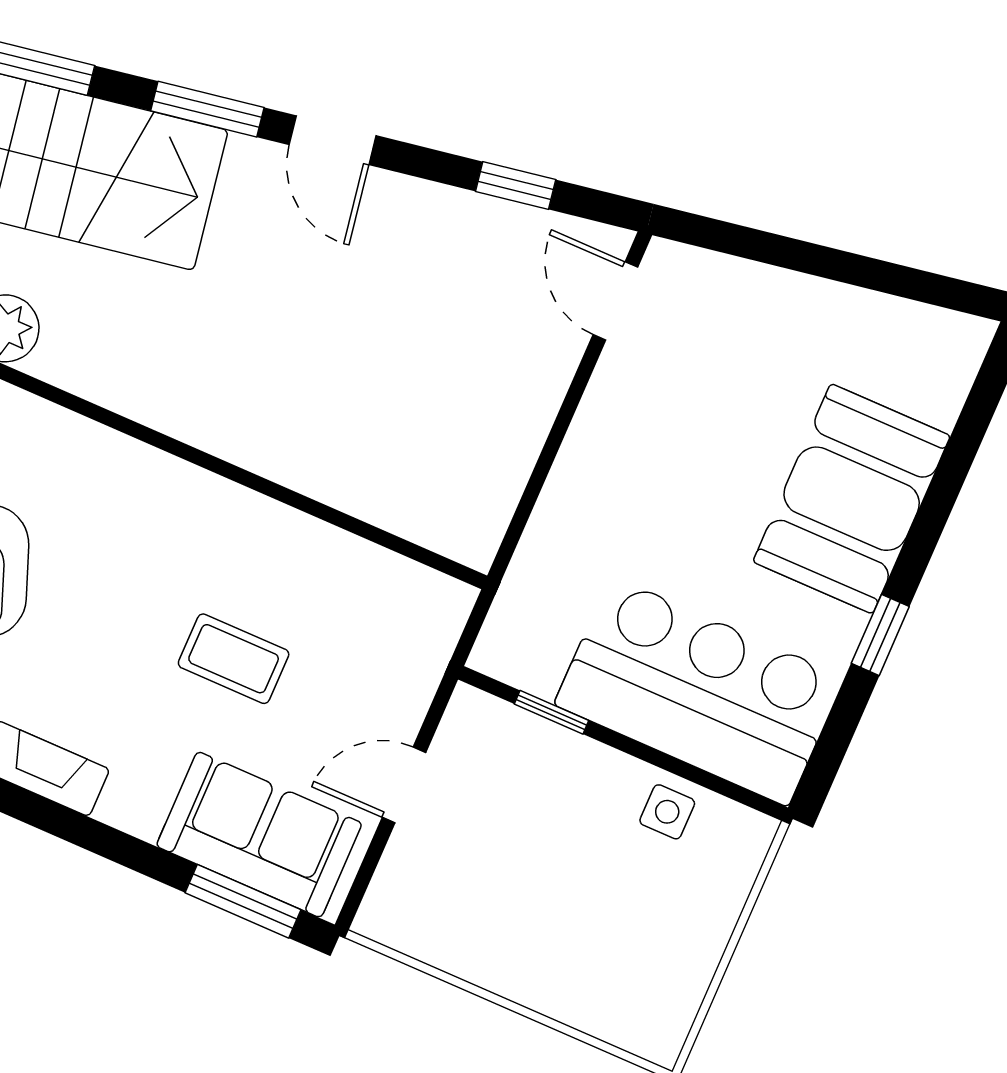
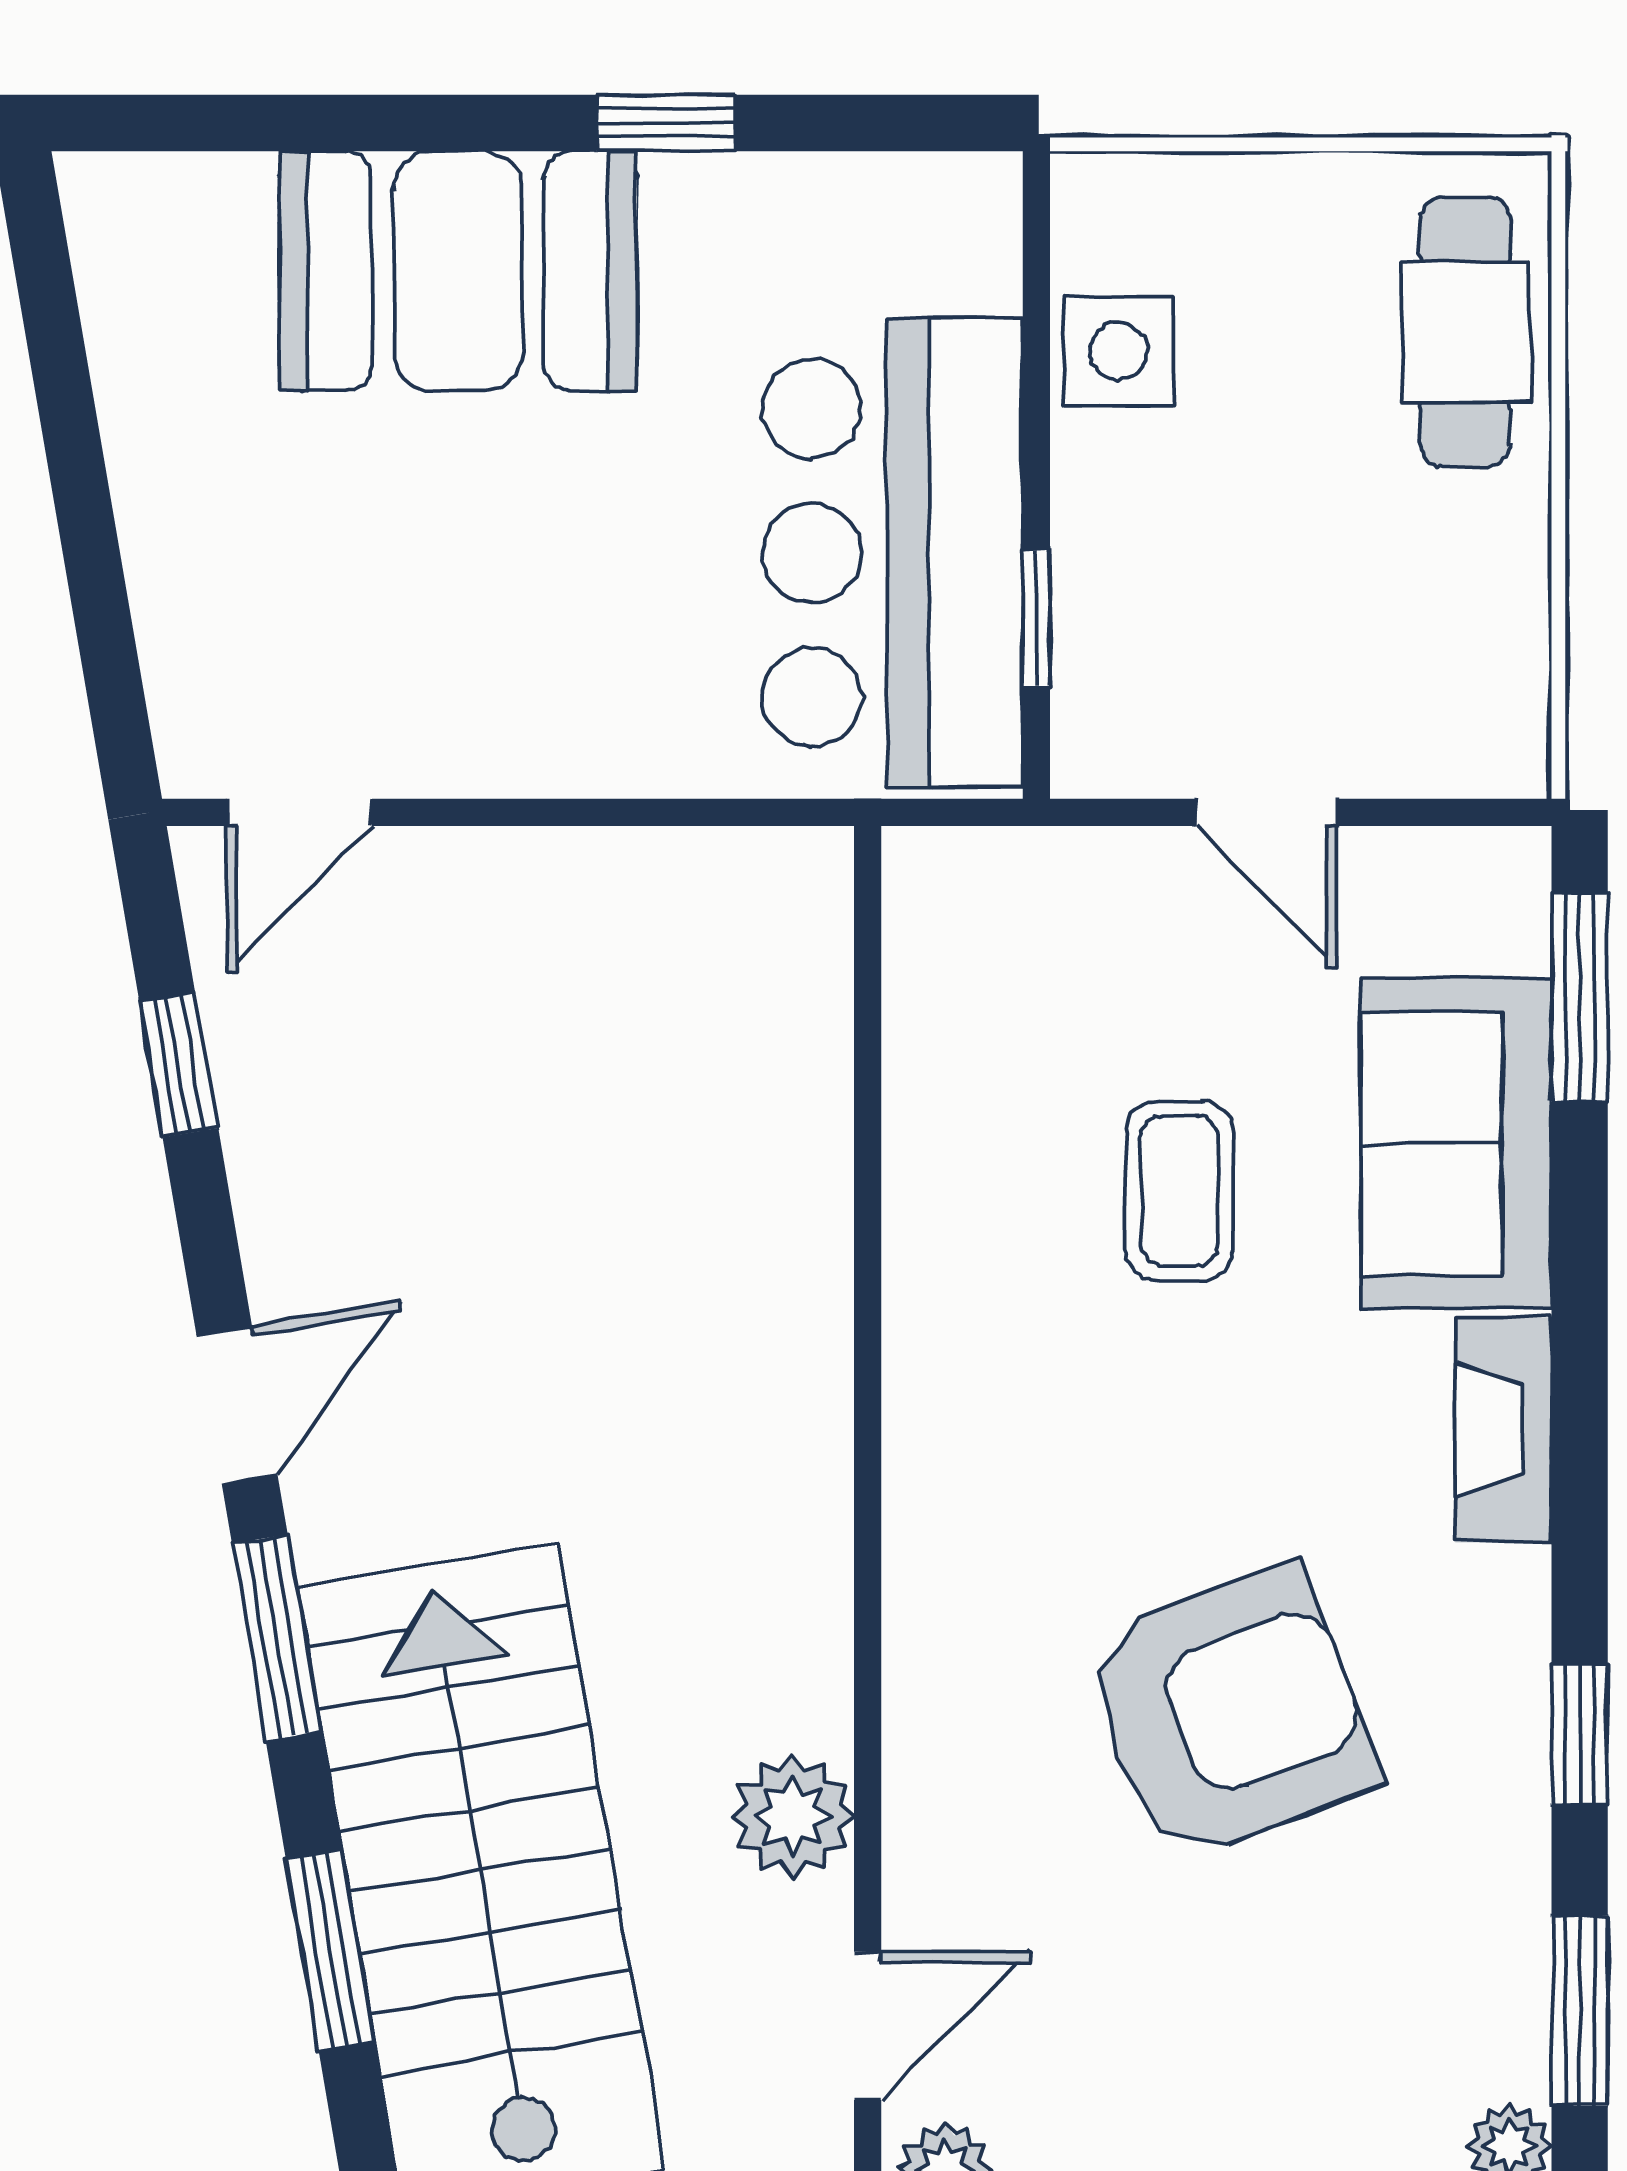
bar counter: (699, 691) -> (892, 553), moved
side table: (667, 812) -> (1119, 351), width x1.37, depth x1.37
sofa: (259, 835) -> (1456, 1143), moved
cafe table: (601, 989) -> (1465, 332), added

